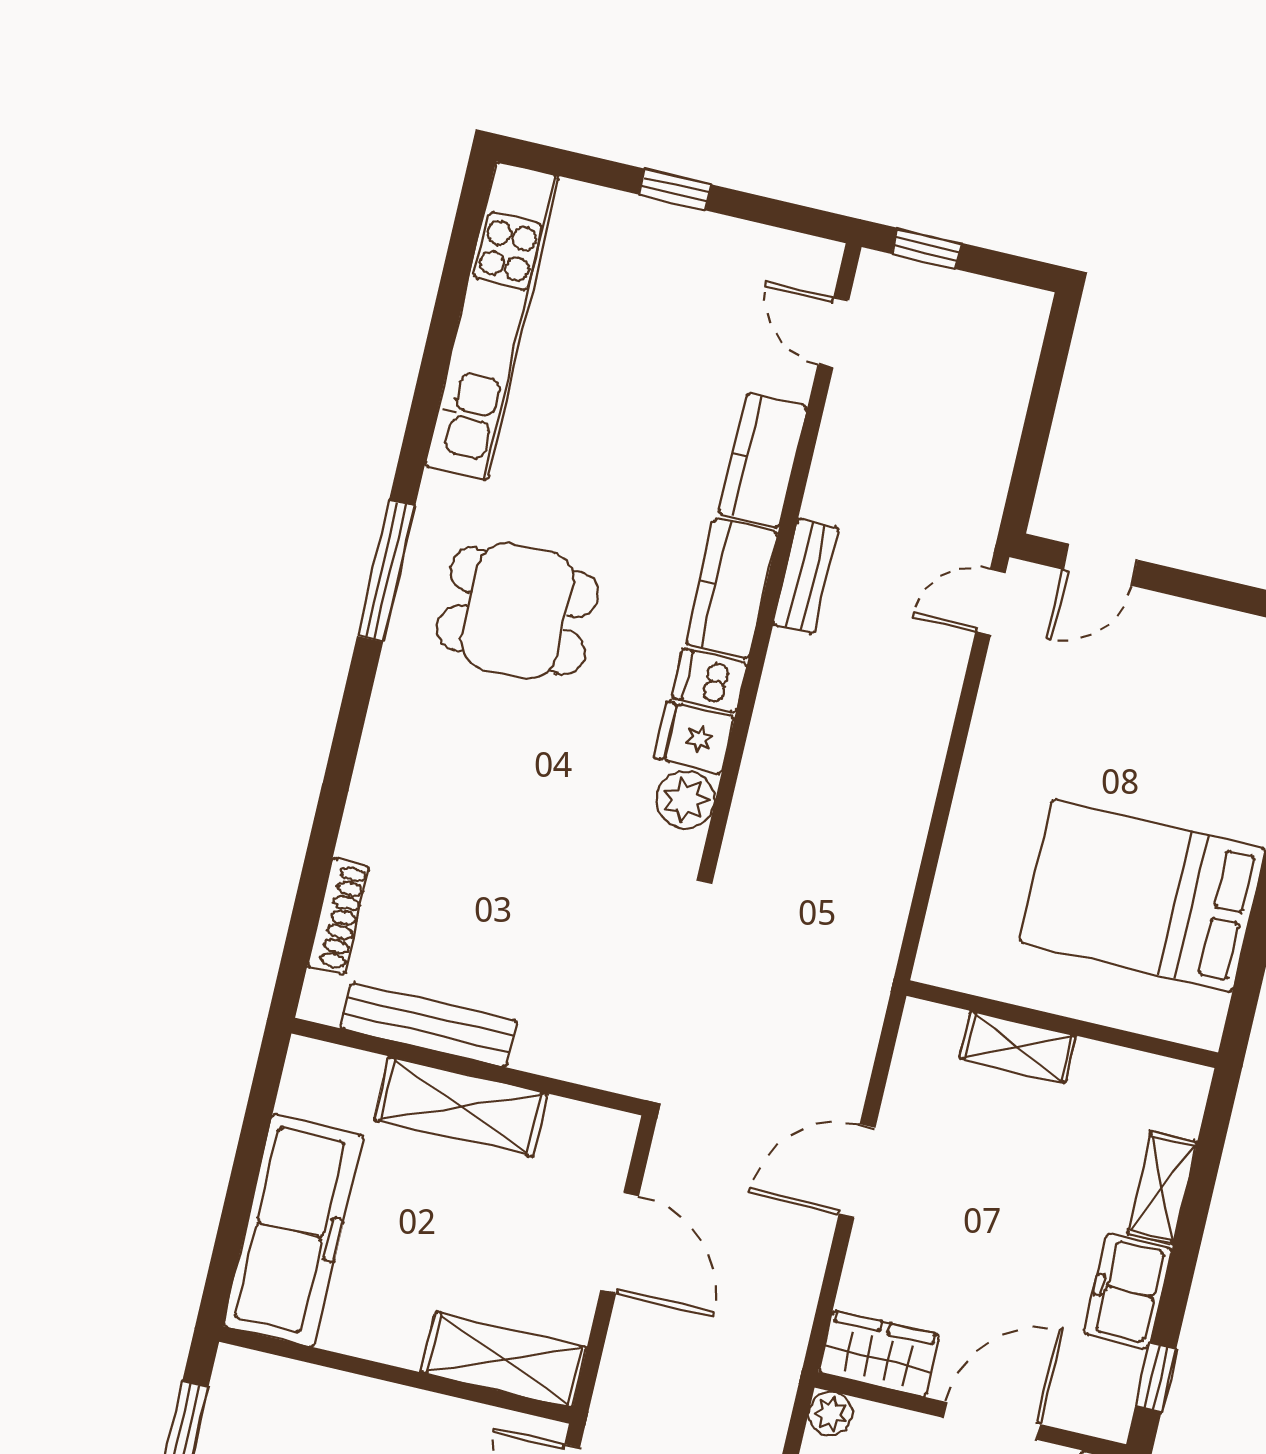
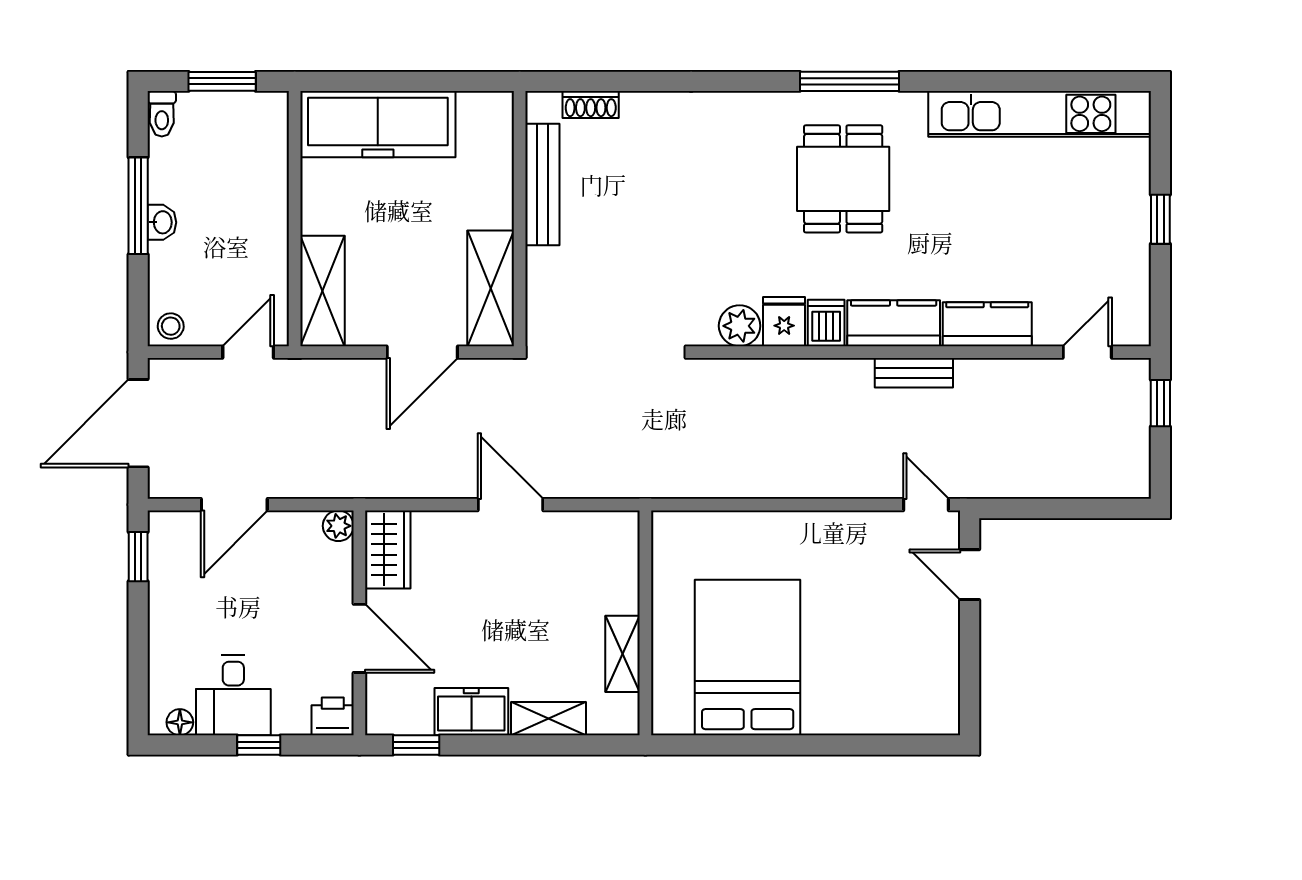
shoe rack: (339, 916) -> (591, 104), width x0.70
shelving: (1018, 1047) -> (623, 654), moved
shelving: (461, 1107) -> (491, 288), moved

